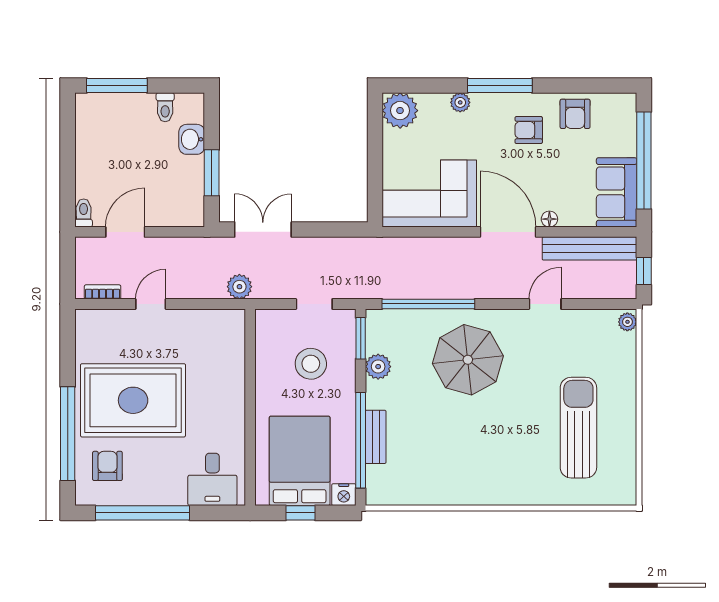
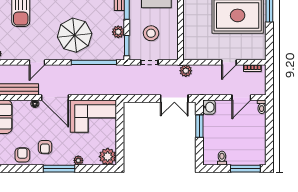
armchair: (529, 130) -> (45, 147), turned 90
washbasin: (192, 139) -> (209, 107), moved

